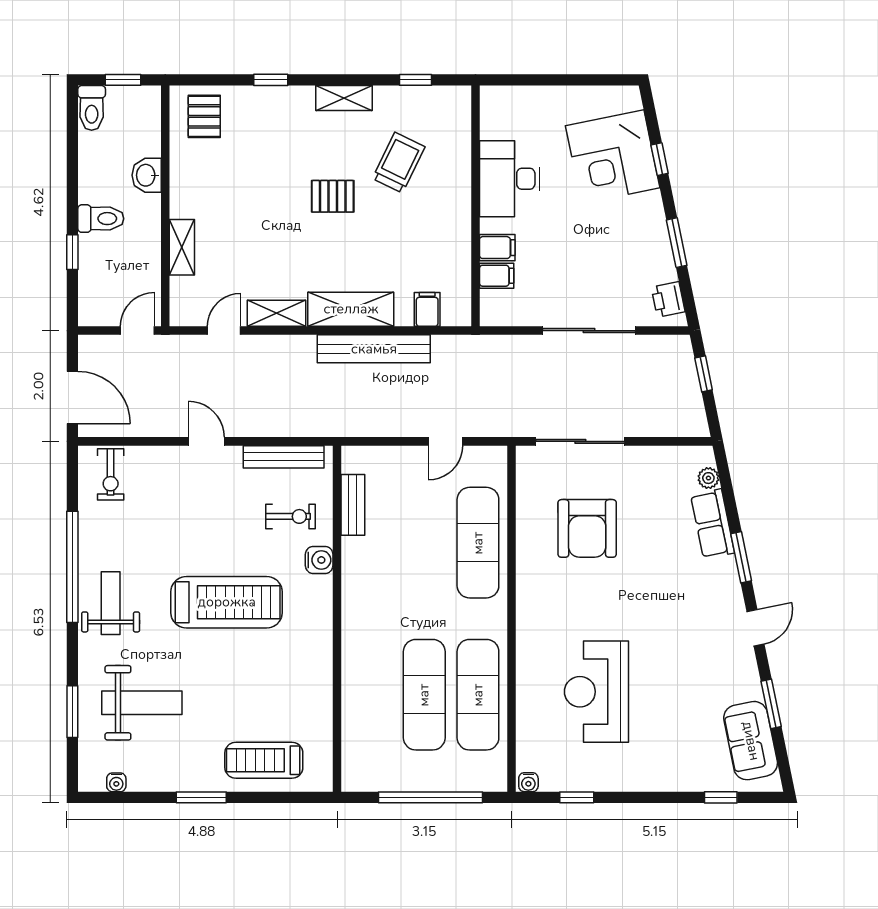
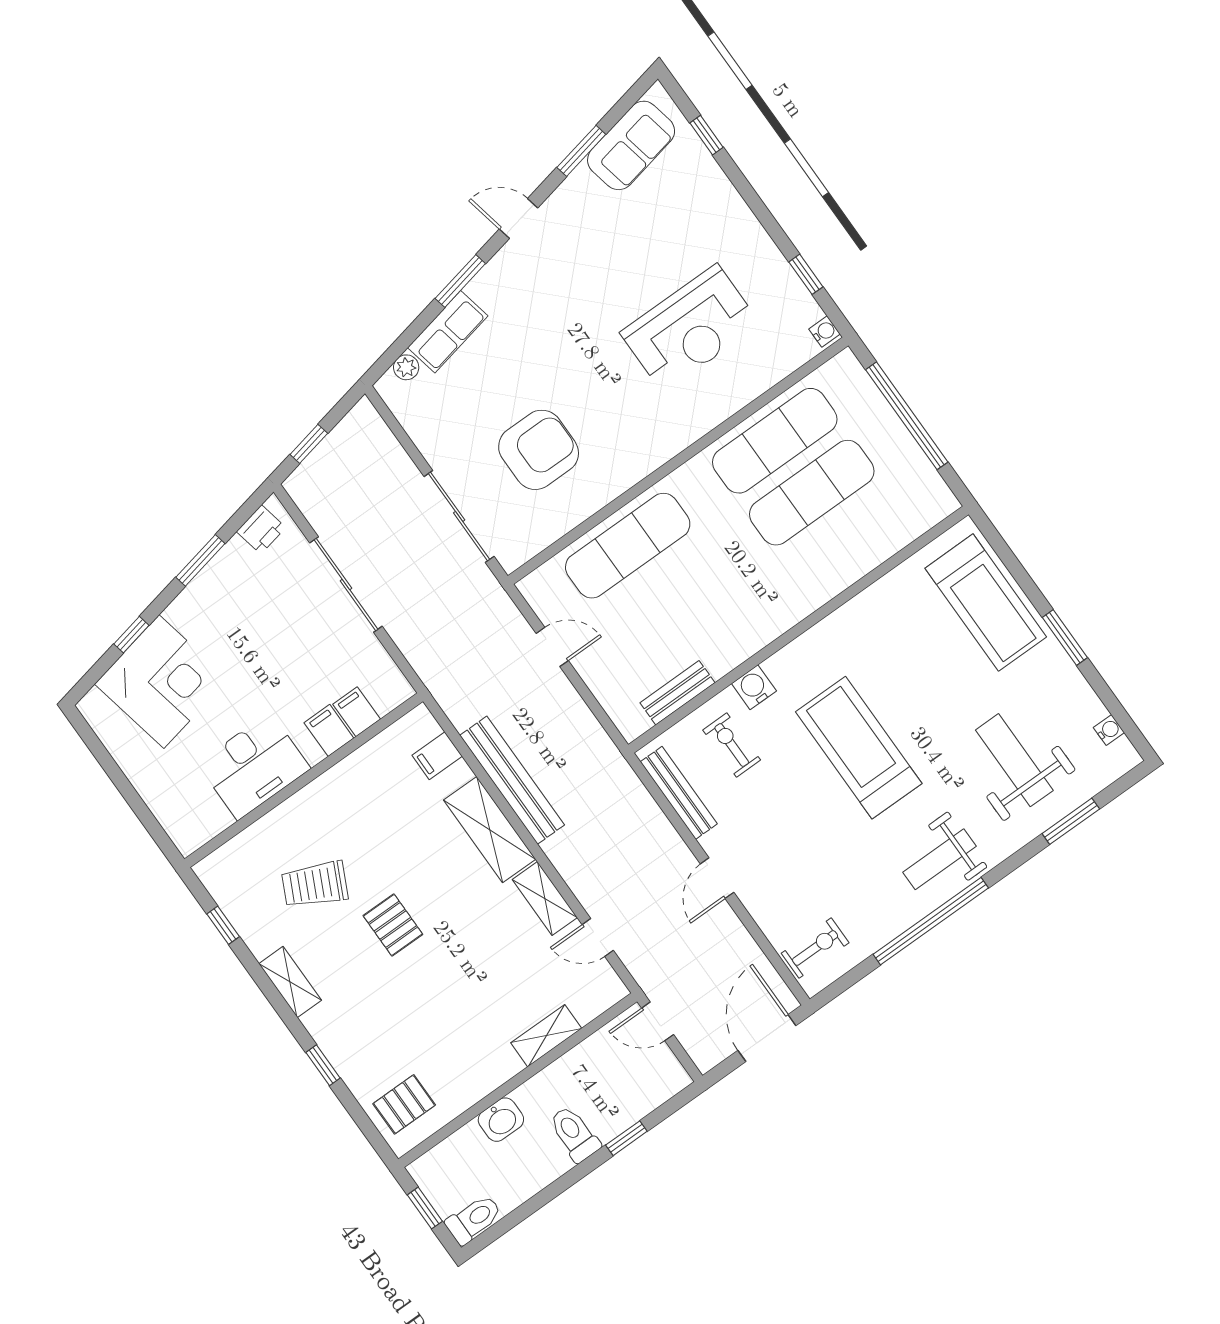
treadmill: (264, 760) -> (986, 603), width x1.37, depth x1.38

